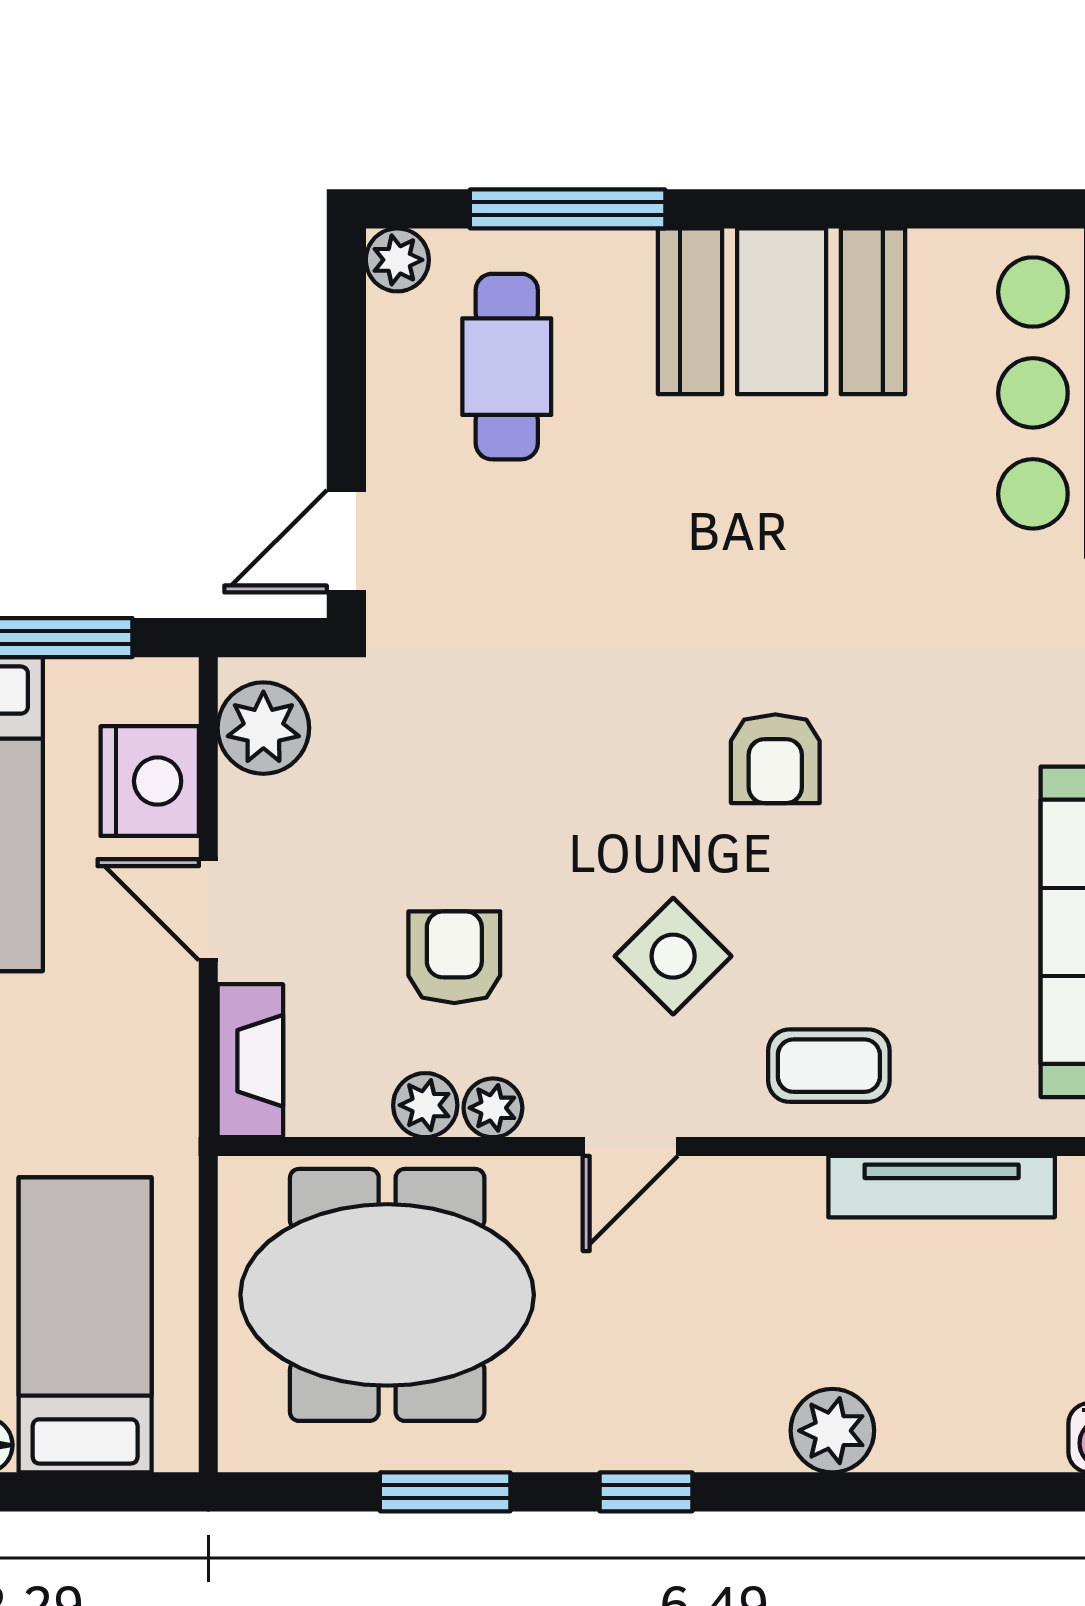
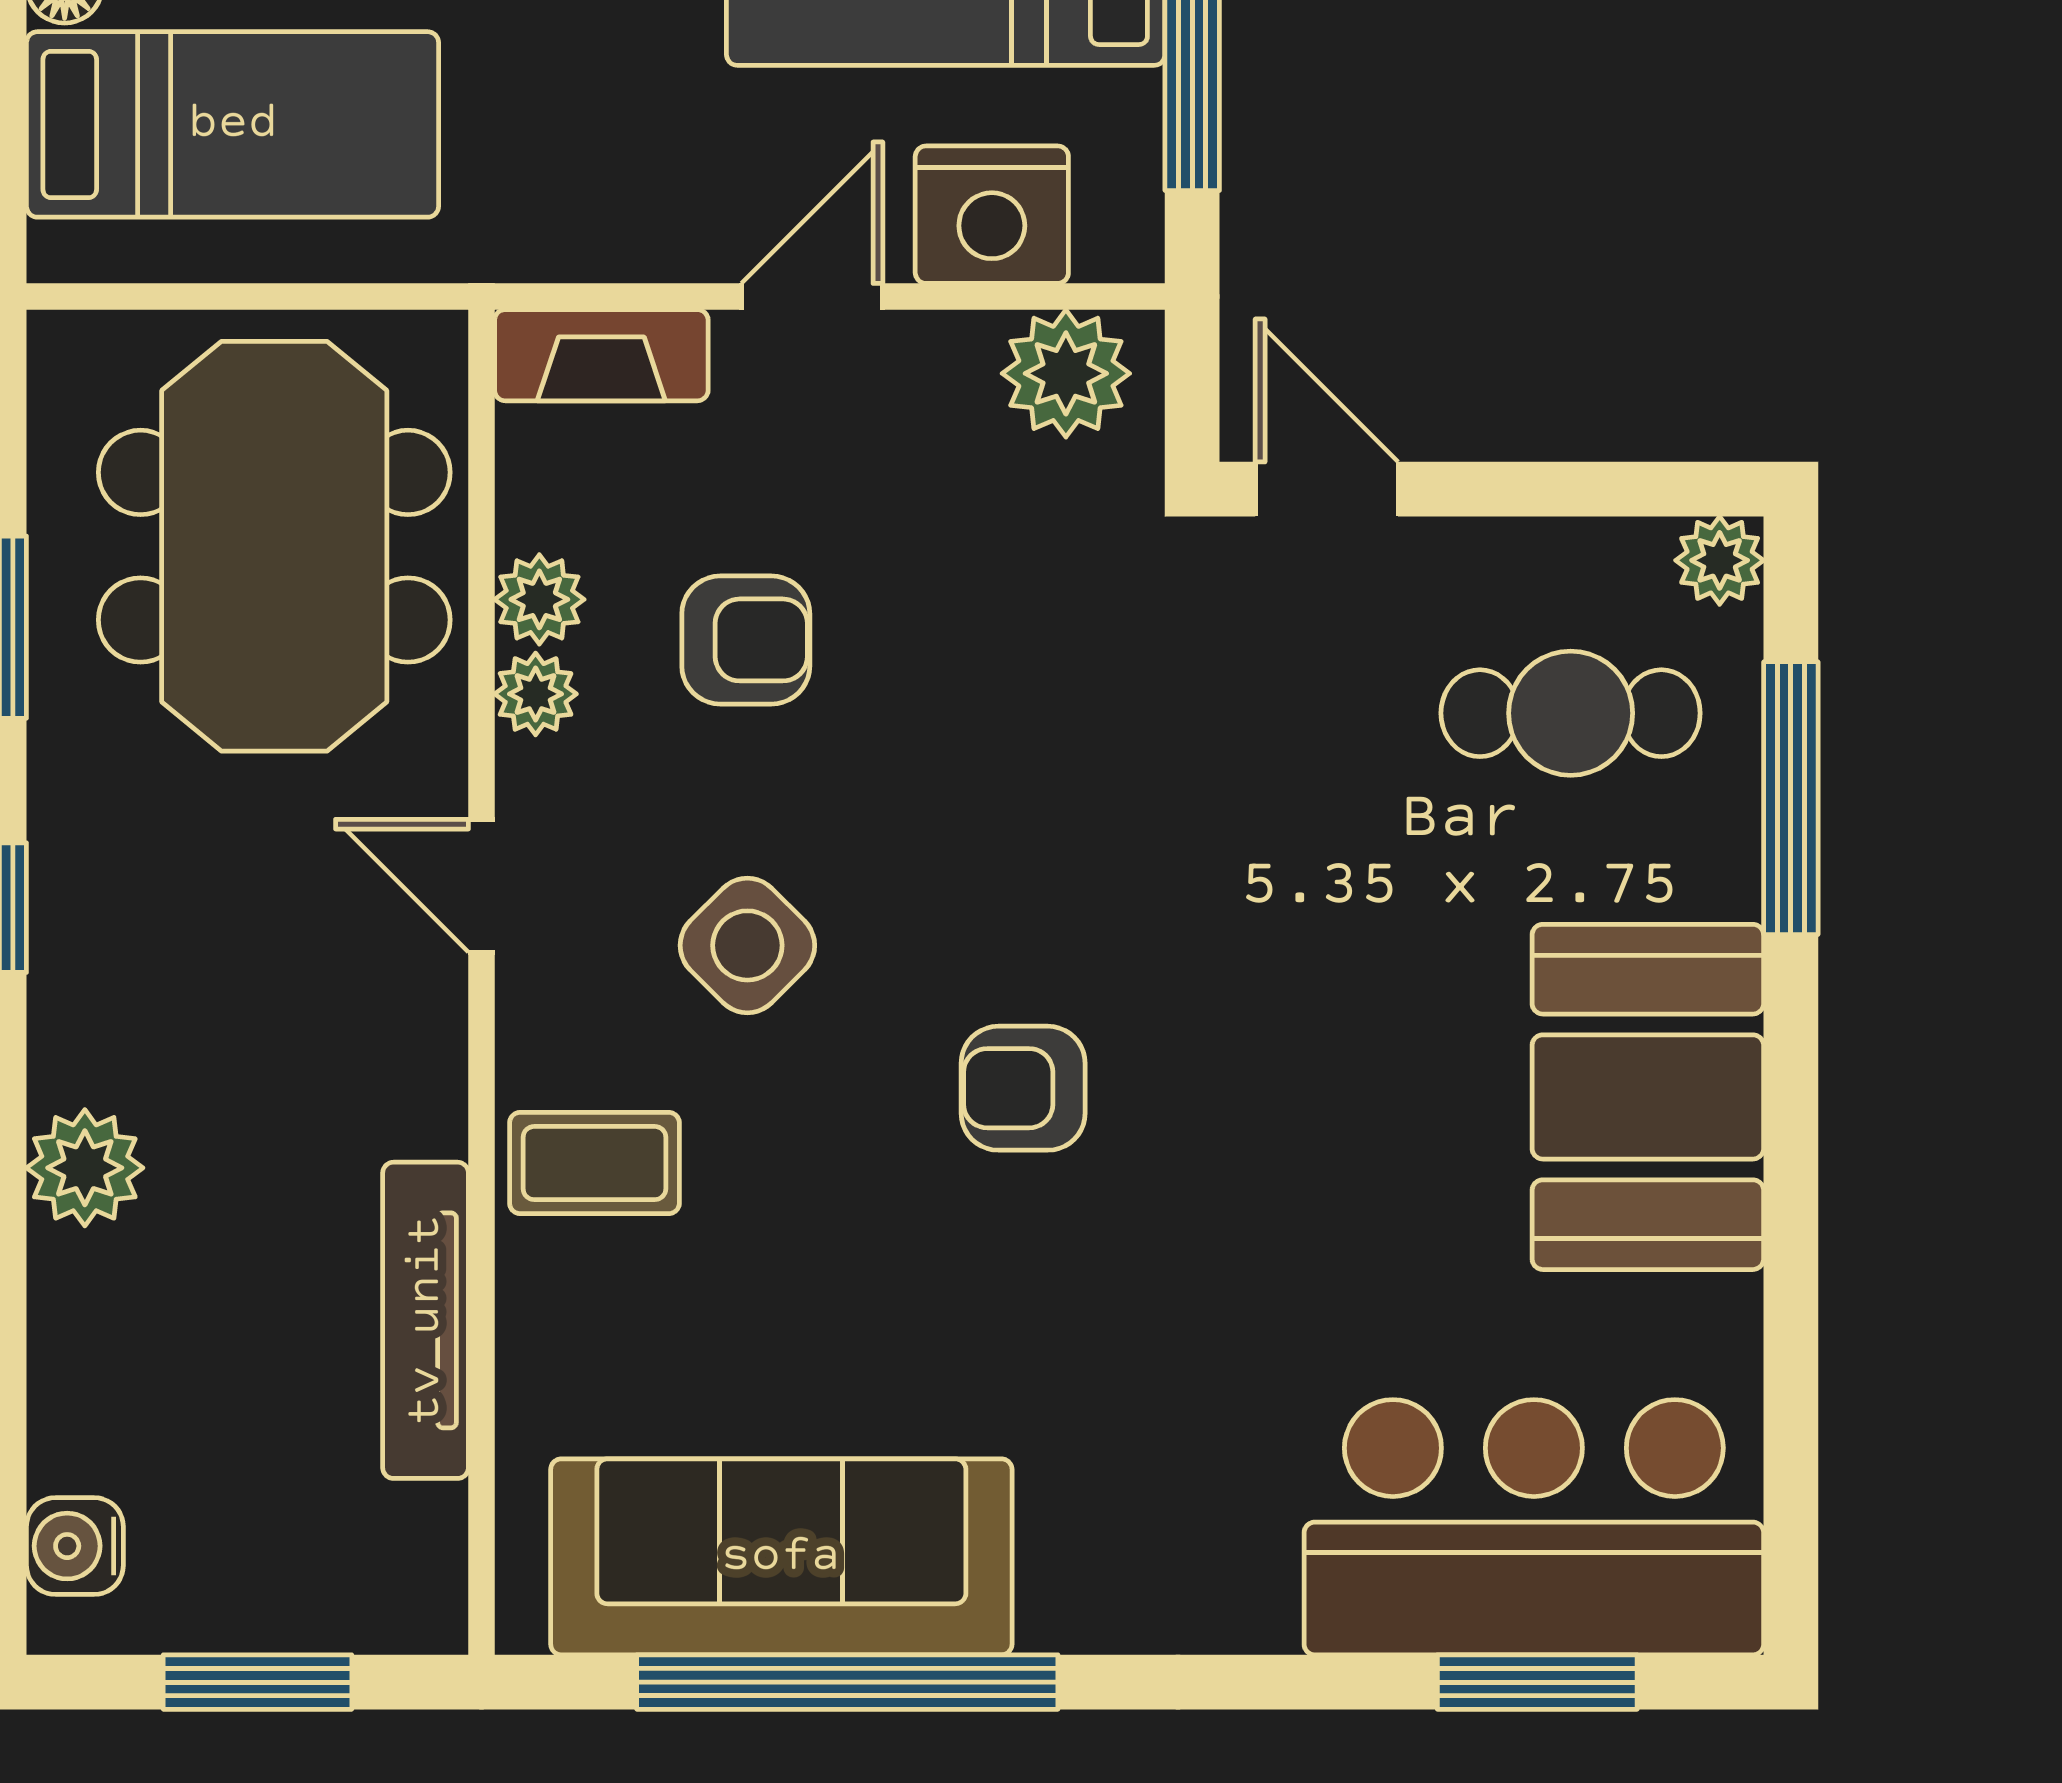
coffee table: (829, 1066) -> (594, 1163), turned 90

